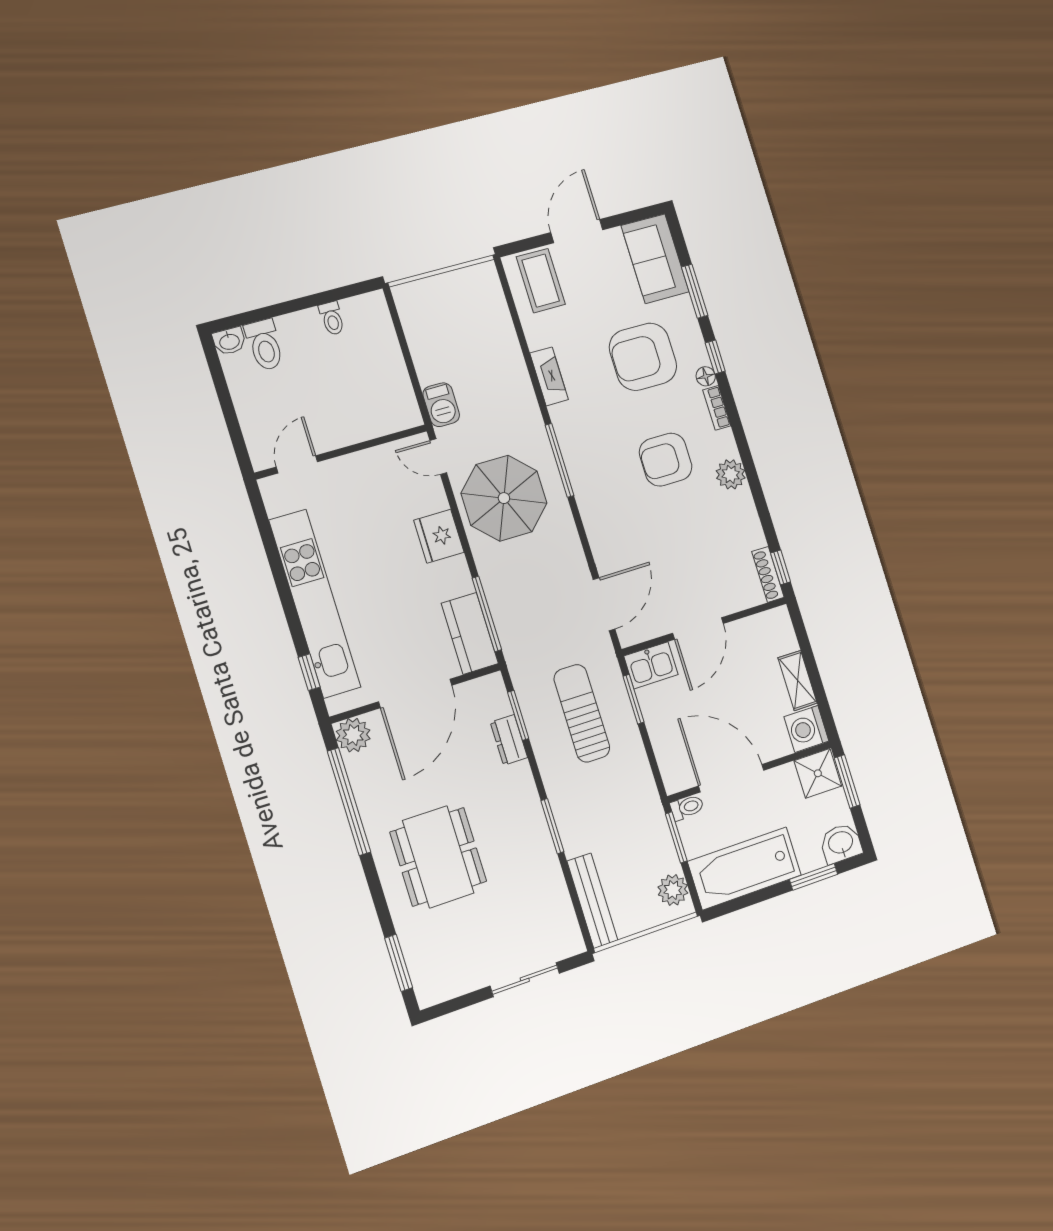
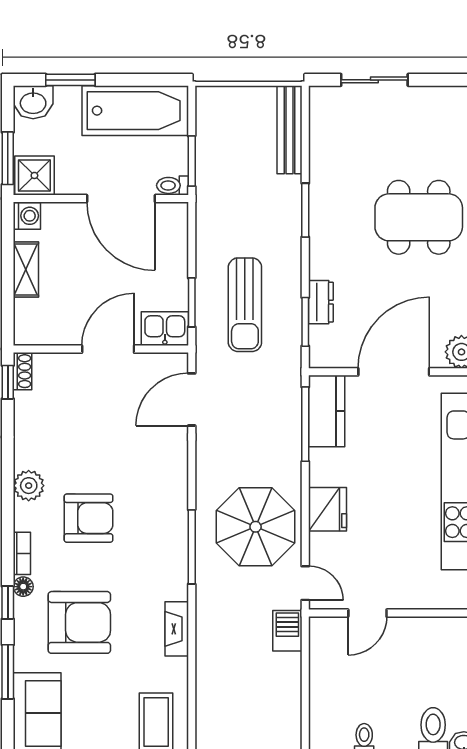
door: (297, 464) -> (367, 613), moved
shoe rack: (768, 574) -> (22, 371), width x0.70
washing machine: (806, 729) -> (27, 216), width x0.73, depth x0.73
dining table: (438, 857) -> (419, 217), turned 90
plant: (673, 890) -> (210, 114), removed

